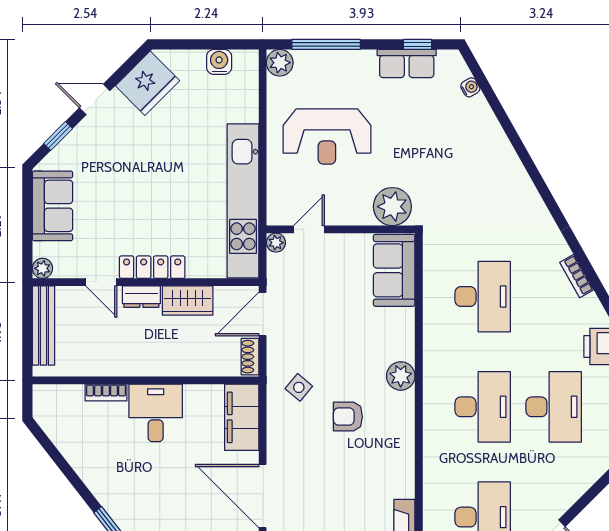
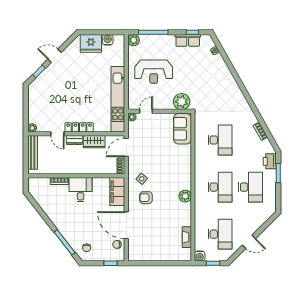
fridge: (148, 83) -> (91, 43), moved, turned 45
sofa: (53, 206) -> (37, 101), removed
plant: (401, 376) -> (185, 196), moved
armchair: (348, 417) -> (146, 198), moved

